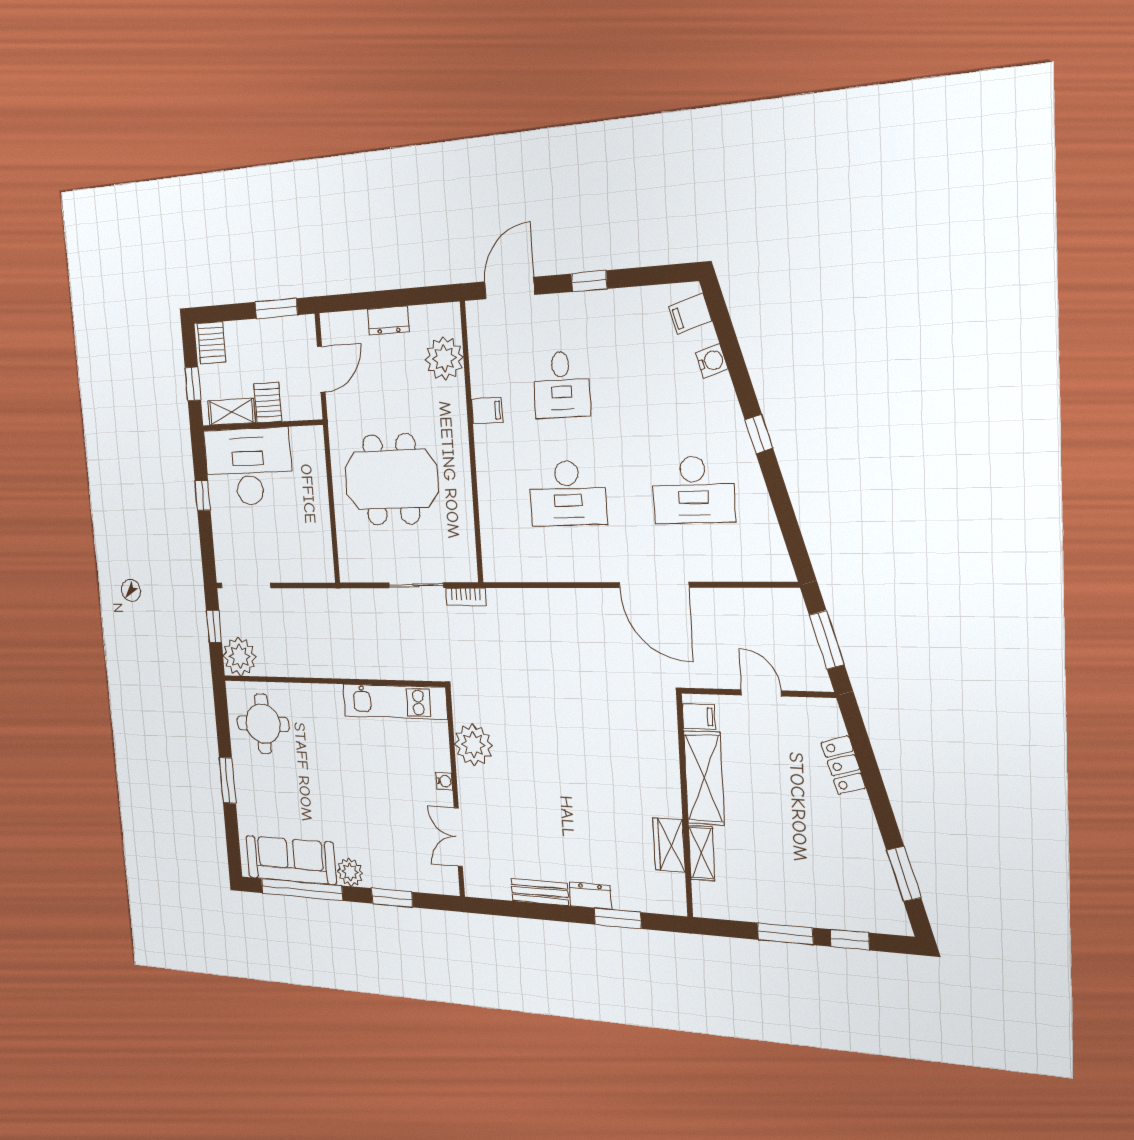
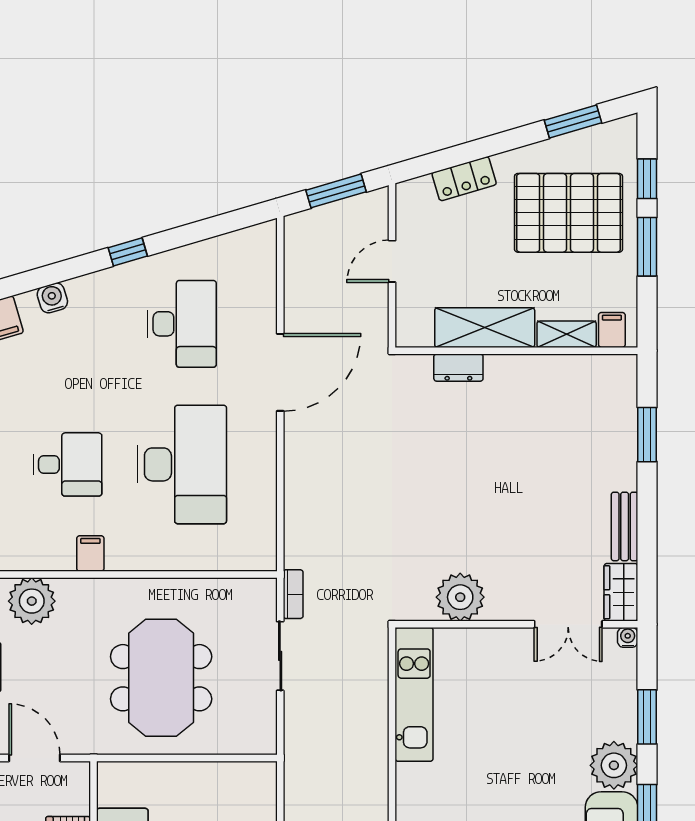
desk: (568, 493) -> (182, 464), width x1.36, depth x1.30
filing cabinet: (699, 717) -> (612, 330), moved
water cooler: (444, 781) -> (628, 637), moved
wardrobe: (669, 845) -> (621, 592), moved, turned 90
pallet: (814, 863) -> (569, 213), added
plant: (350, 872) -> (614, 765), width x1.36, depth x1.36
dresser: (591, 896) -> (458, 368), moved, turned -90

